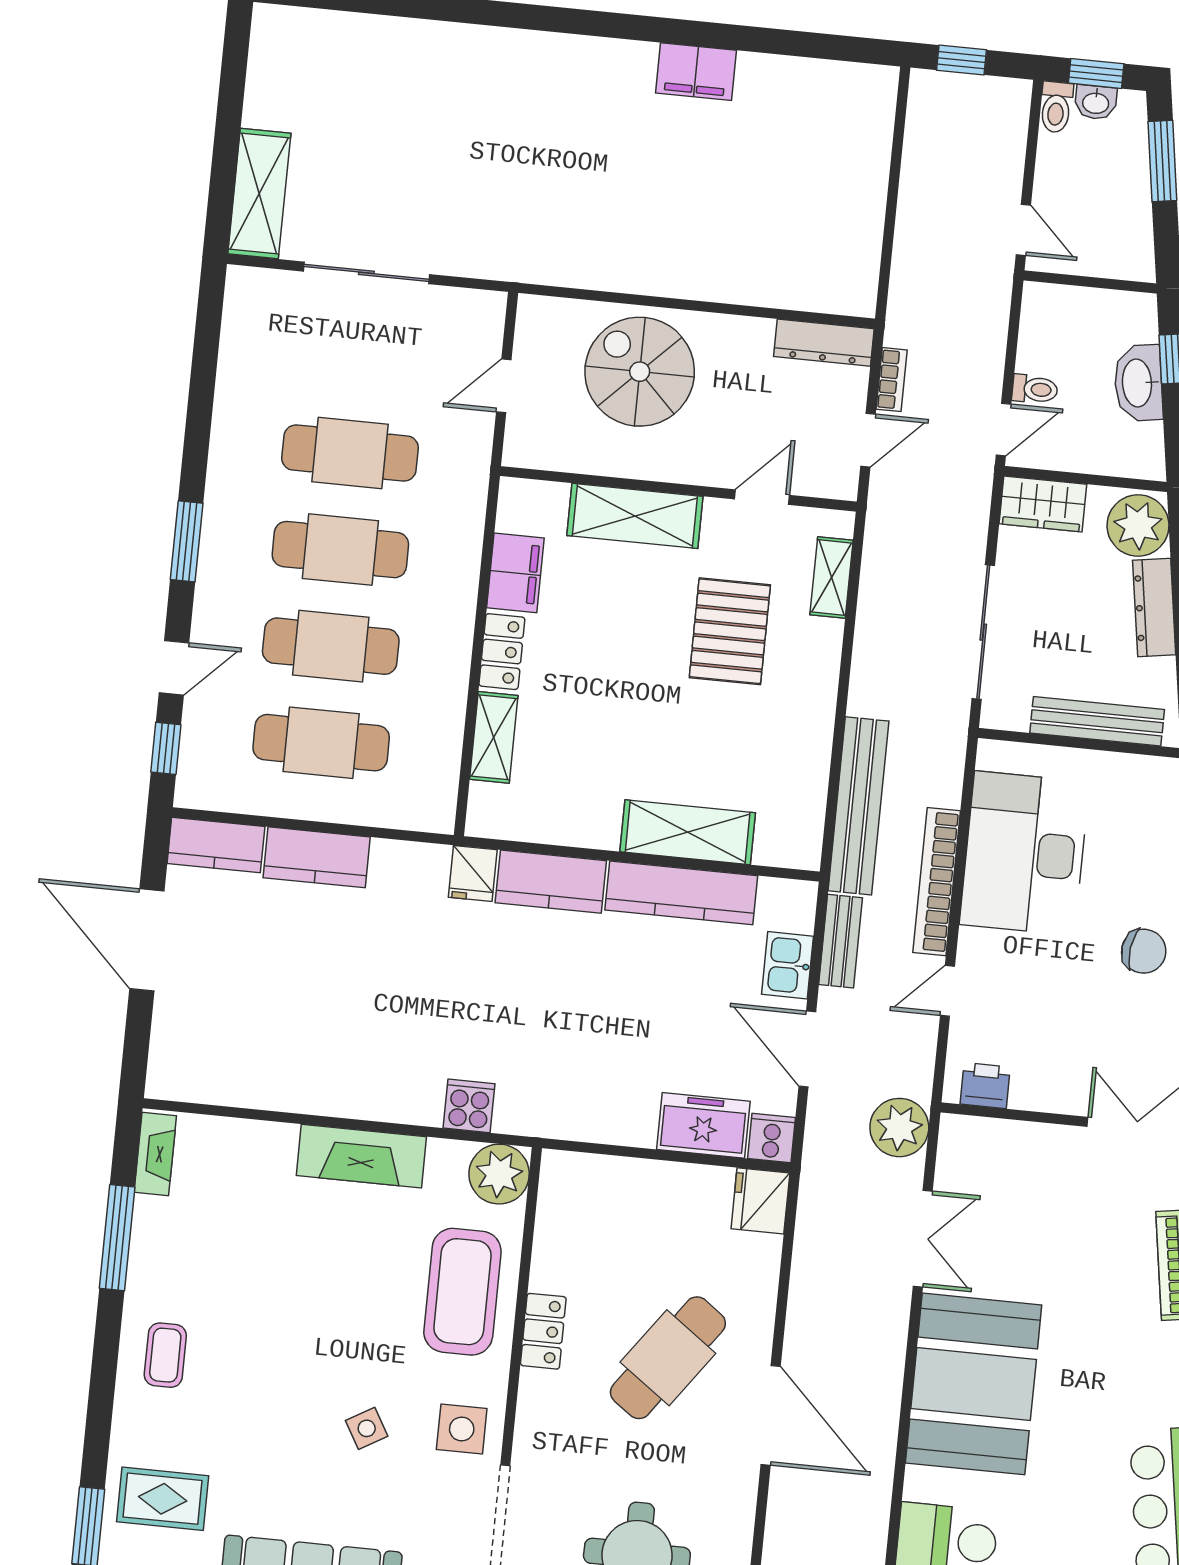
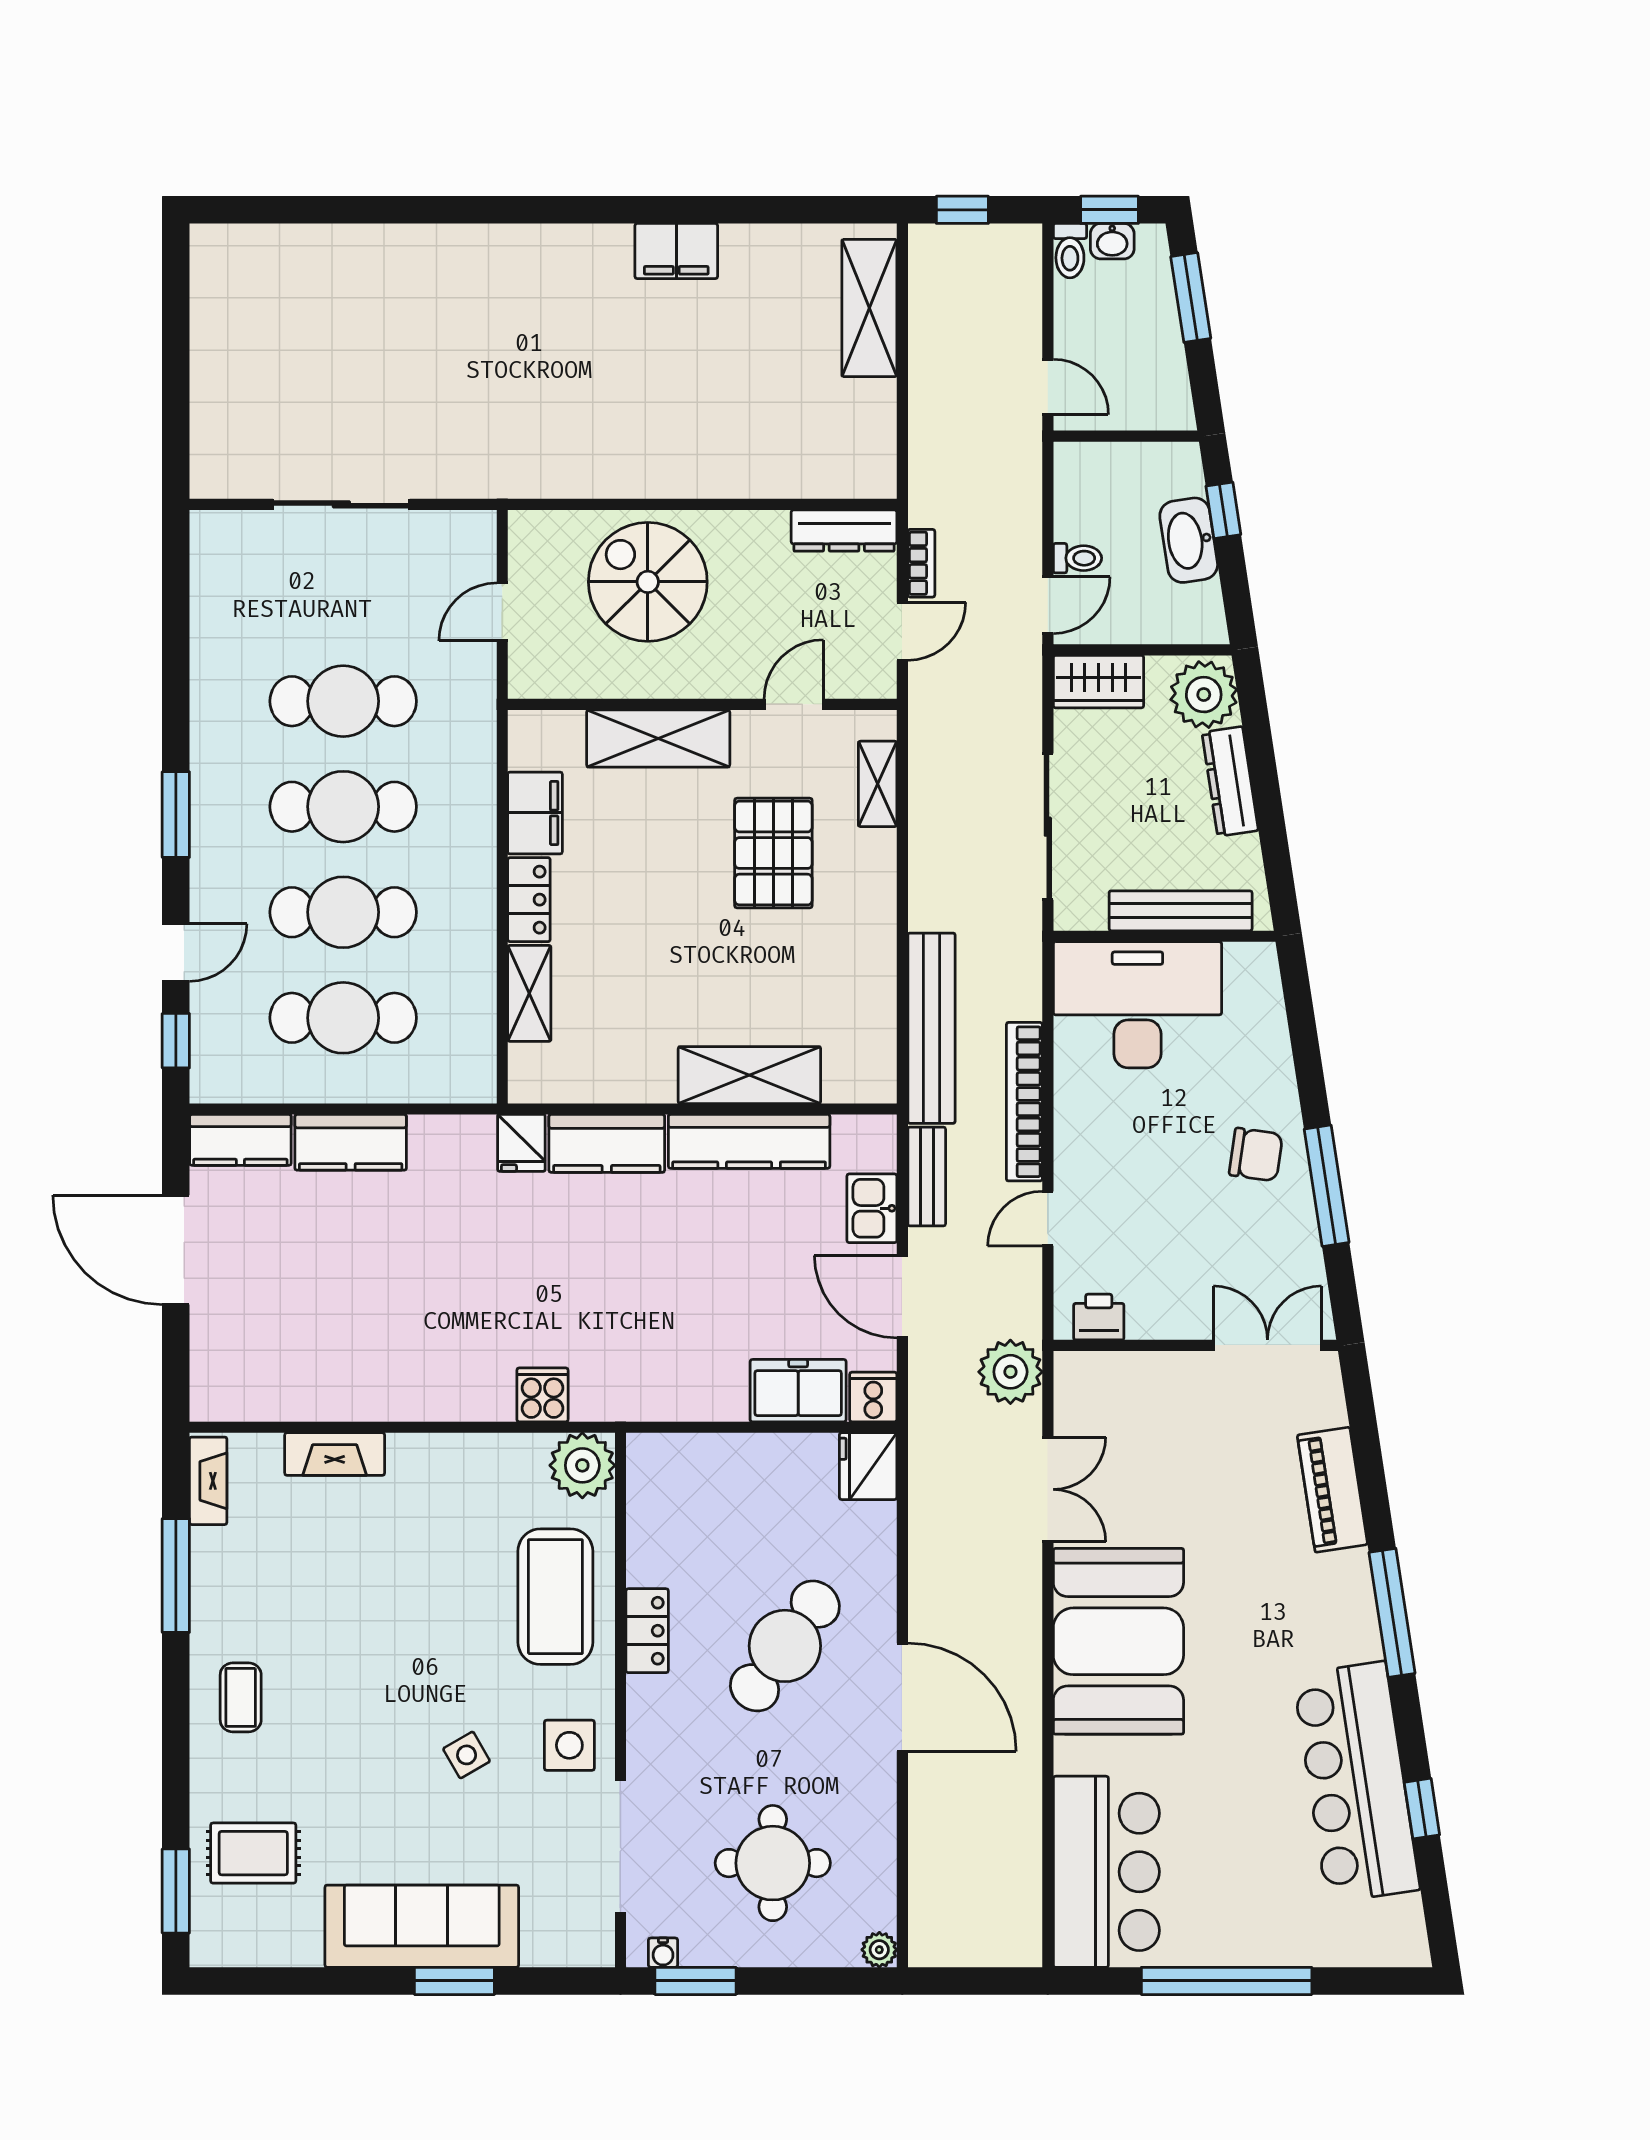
shelving: (259, 194) -> (869, 308), moved
desk: (1025, 853) -> (1137, 1005), moved, turned 90
fireplace: (361, 1156) -> (335, 1454), moved, width x0.73, depth x0.76

